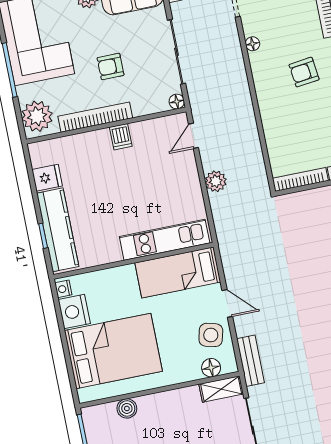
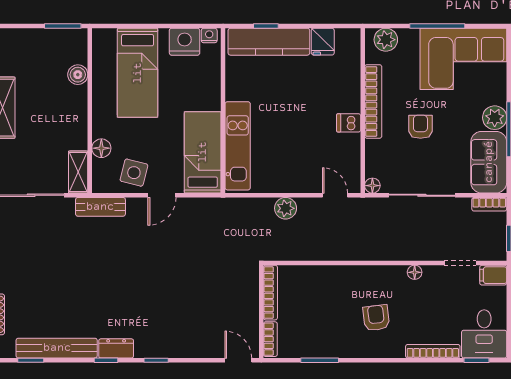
plant: (37, 116) -> (386, 40), width x0.73, depth x0.73
bed: (113, 351) -> (138, 73), width x0.67
floor lamp: (211, 368) -> (101, 148), moved

